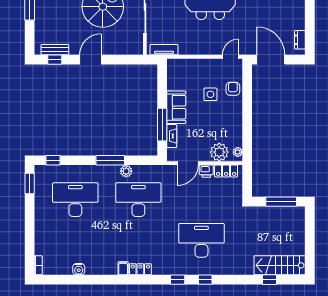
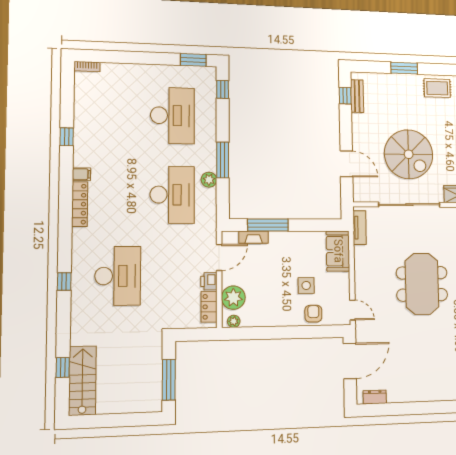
door: (90, 60) -> (346, 164), moved
armchair: (233, 89) -> (313, 314), turned -90
sofa: (176, 107) -> (338, 251), moved, turned 90
door: (188, 163) -> (219, 257), swing flipped
water cooler: (79, 269) -> (81, 117), removed
locker: (140, 269) -> (80, 204), width x1.53
window: (178, 280) -> (67, 137), moved

